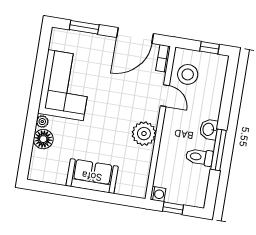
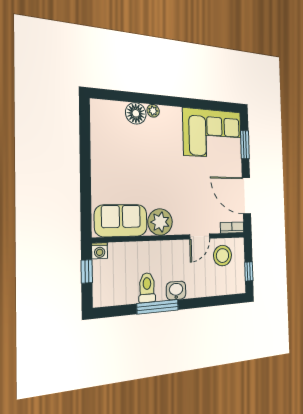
corner sofa: (66, 85) -> (213, 133), moved
sofa: (92, 176) -> (121, 221), moved, turned -90

